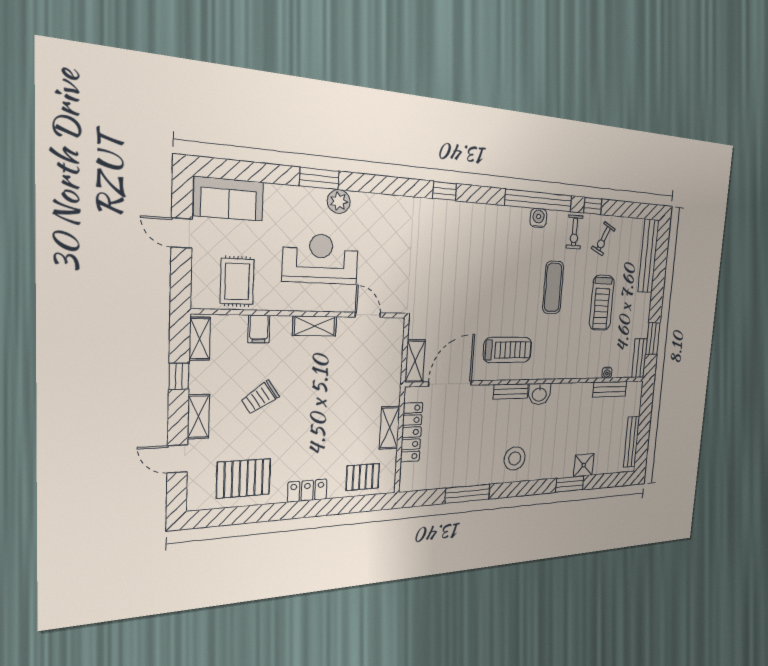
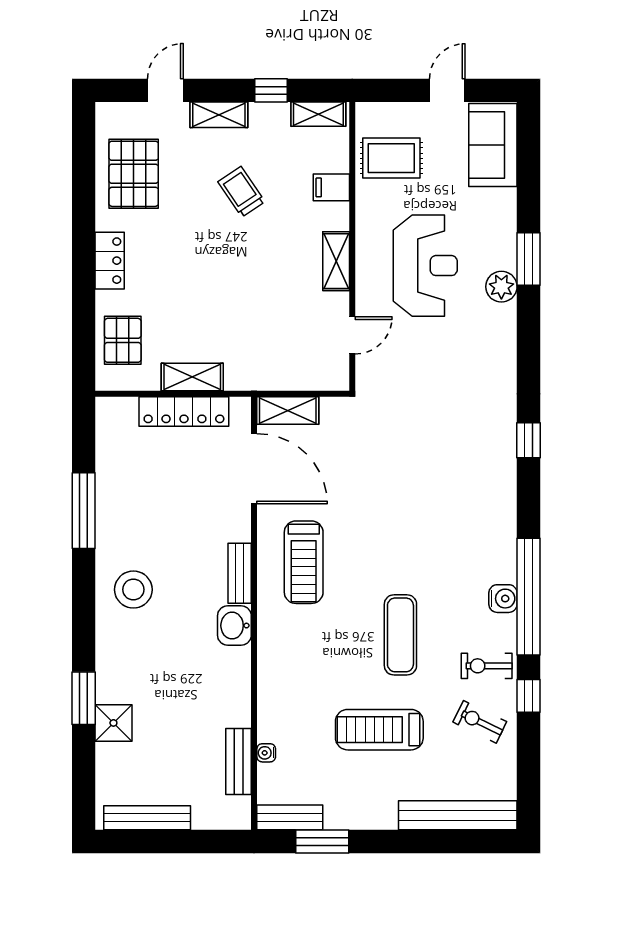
exercise mat: (553, 287) -> (400, 635), turned 90

